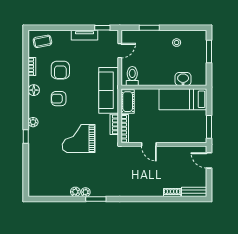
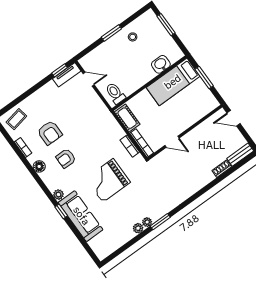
window: (149, 28) -> (111, 33), moved
tv unit: (85, 35) -> (67, 75), moved
door: (120, 51) -> (89, 79), hinge flipped
sofa: (109, 90) -> (81, 216), moved, turned 180
window: (209, 127) -> (204, 77), moved

